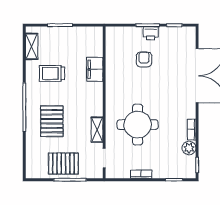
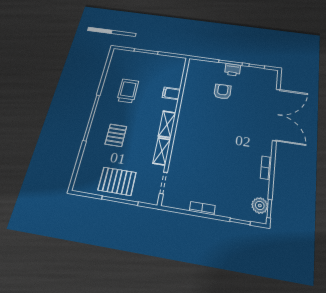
shelving: (32, 46) -> (167, 124), moved
filing cabinet: (95, 69) -> (171, 93), width x0.50
trolley: (52, 73) -> (128, 91), turned 90
pallet: (52, 121) -> (116, 135), width x0.67, depth x0.71
round table: (138, 125) -> (207, 153), removed
plant: (189, 148) -> (260, 205), moved

